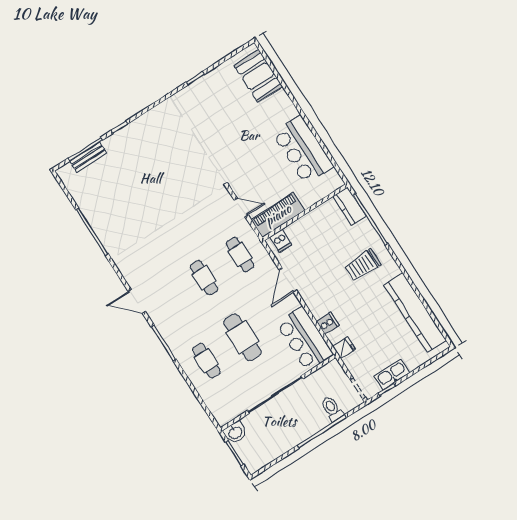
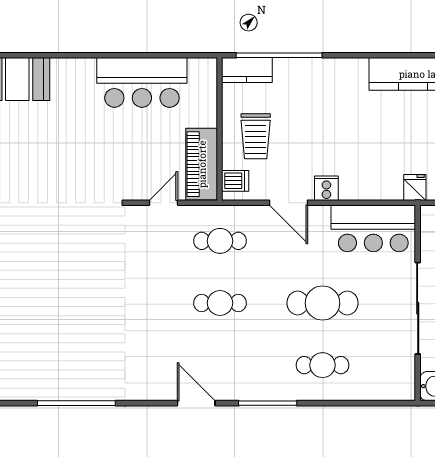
trolley: (363, 265) -> (256, 136), moved
door: (137, 301) -> (196, 403), swing flipped
cooker: (328, 323) -> (326, 188), moved

